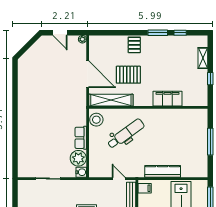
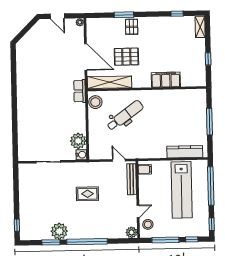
window: (158, 33) -> (124, 15), moved
shelving: (203, 58) -> (200, 27), moved
row of seats: (81, 138) -> (80, 91), moved
kitchen counter: (163, 171) -> (185, 152), moved

